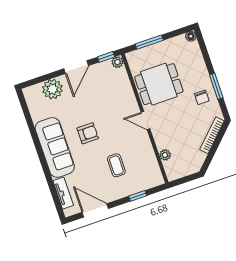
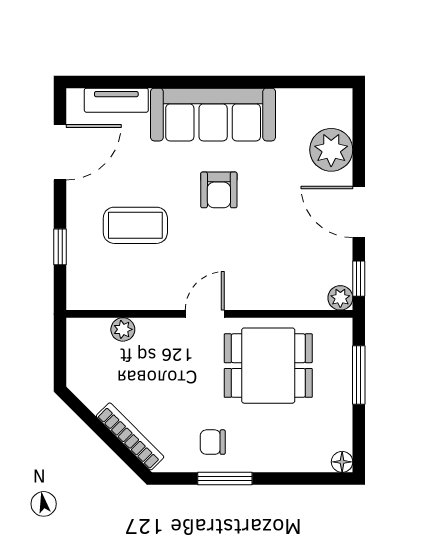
dining table: (159, 84) -> (268, 366), turned 90
coffee table: (116, 165) -> (135, 225), width x1.36, depth x1.30

